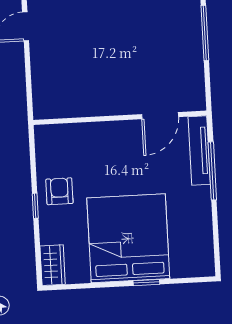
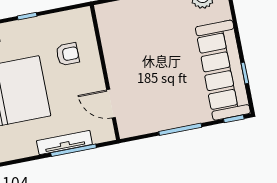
tv unit: (199, 151) -> (64, 143), moved
armchair: (59, 191) -> (68, 54), moved

